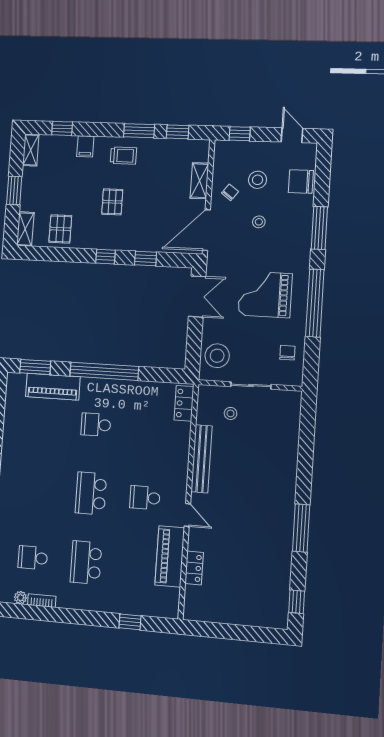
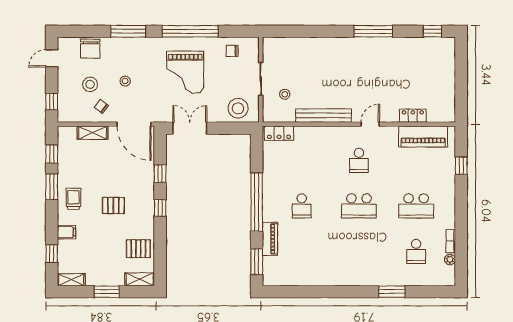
piano: (53, 387) -> (270, 239), width x0.73, depth x0.75
piano: (170, 556) -> (423, 136), moved

